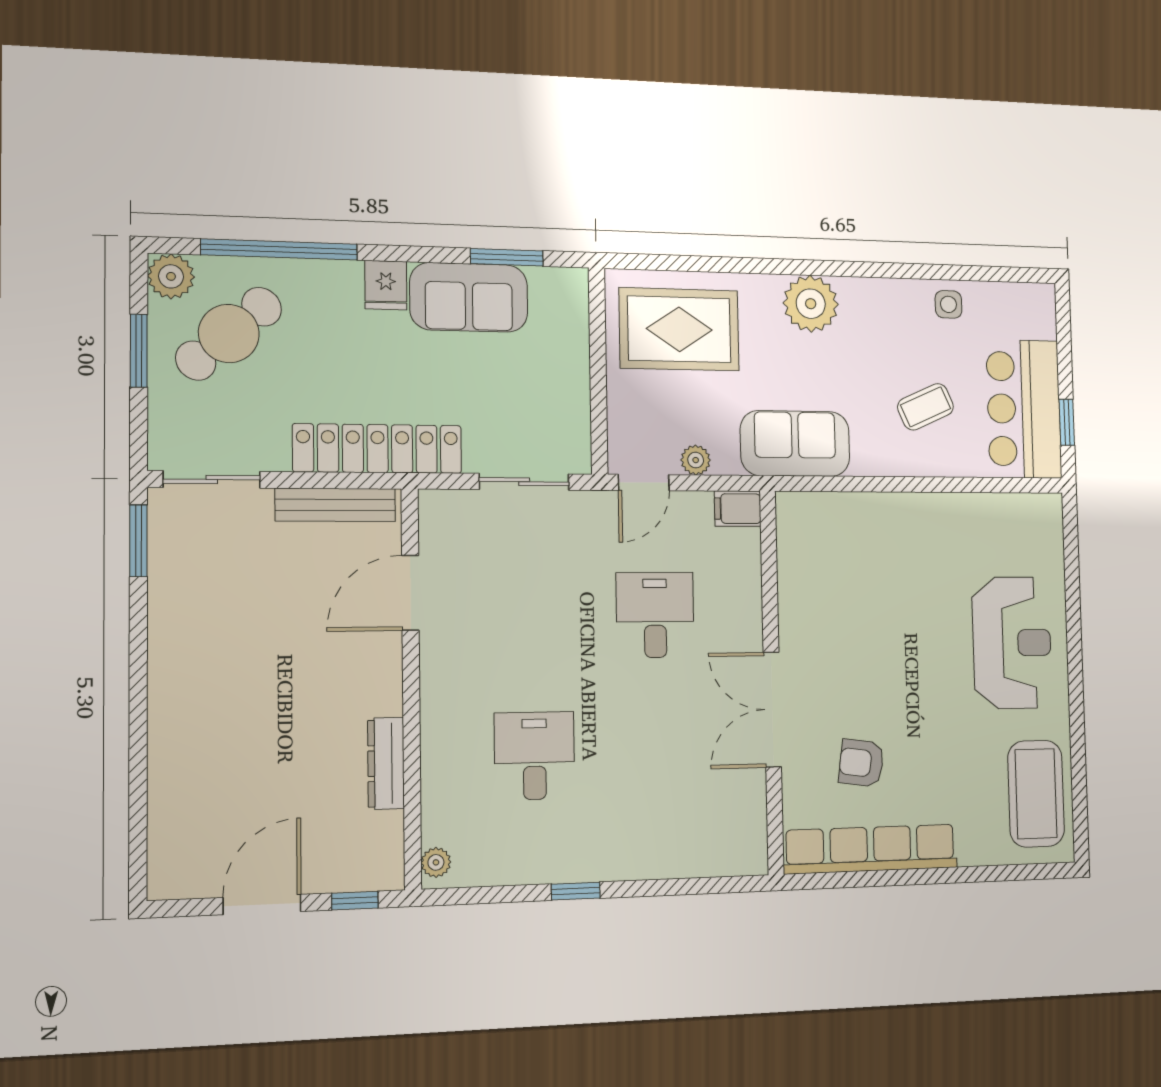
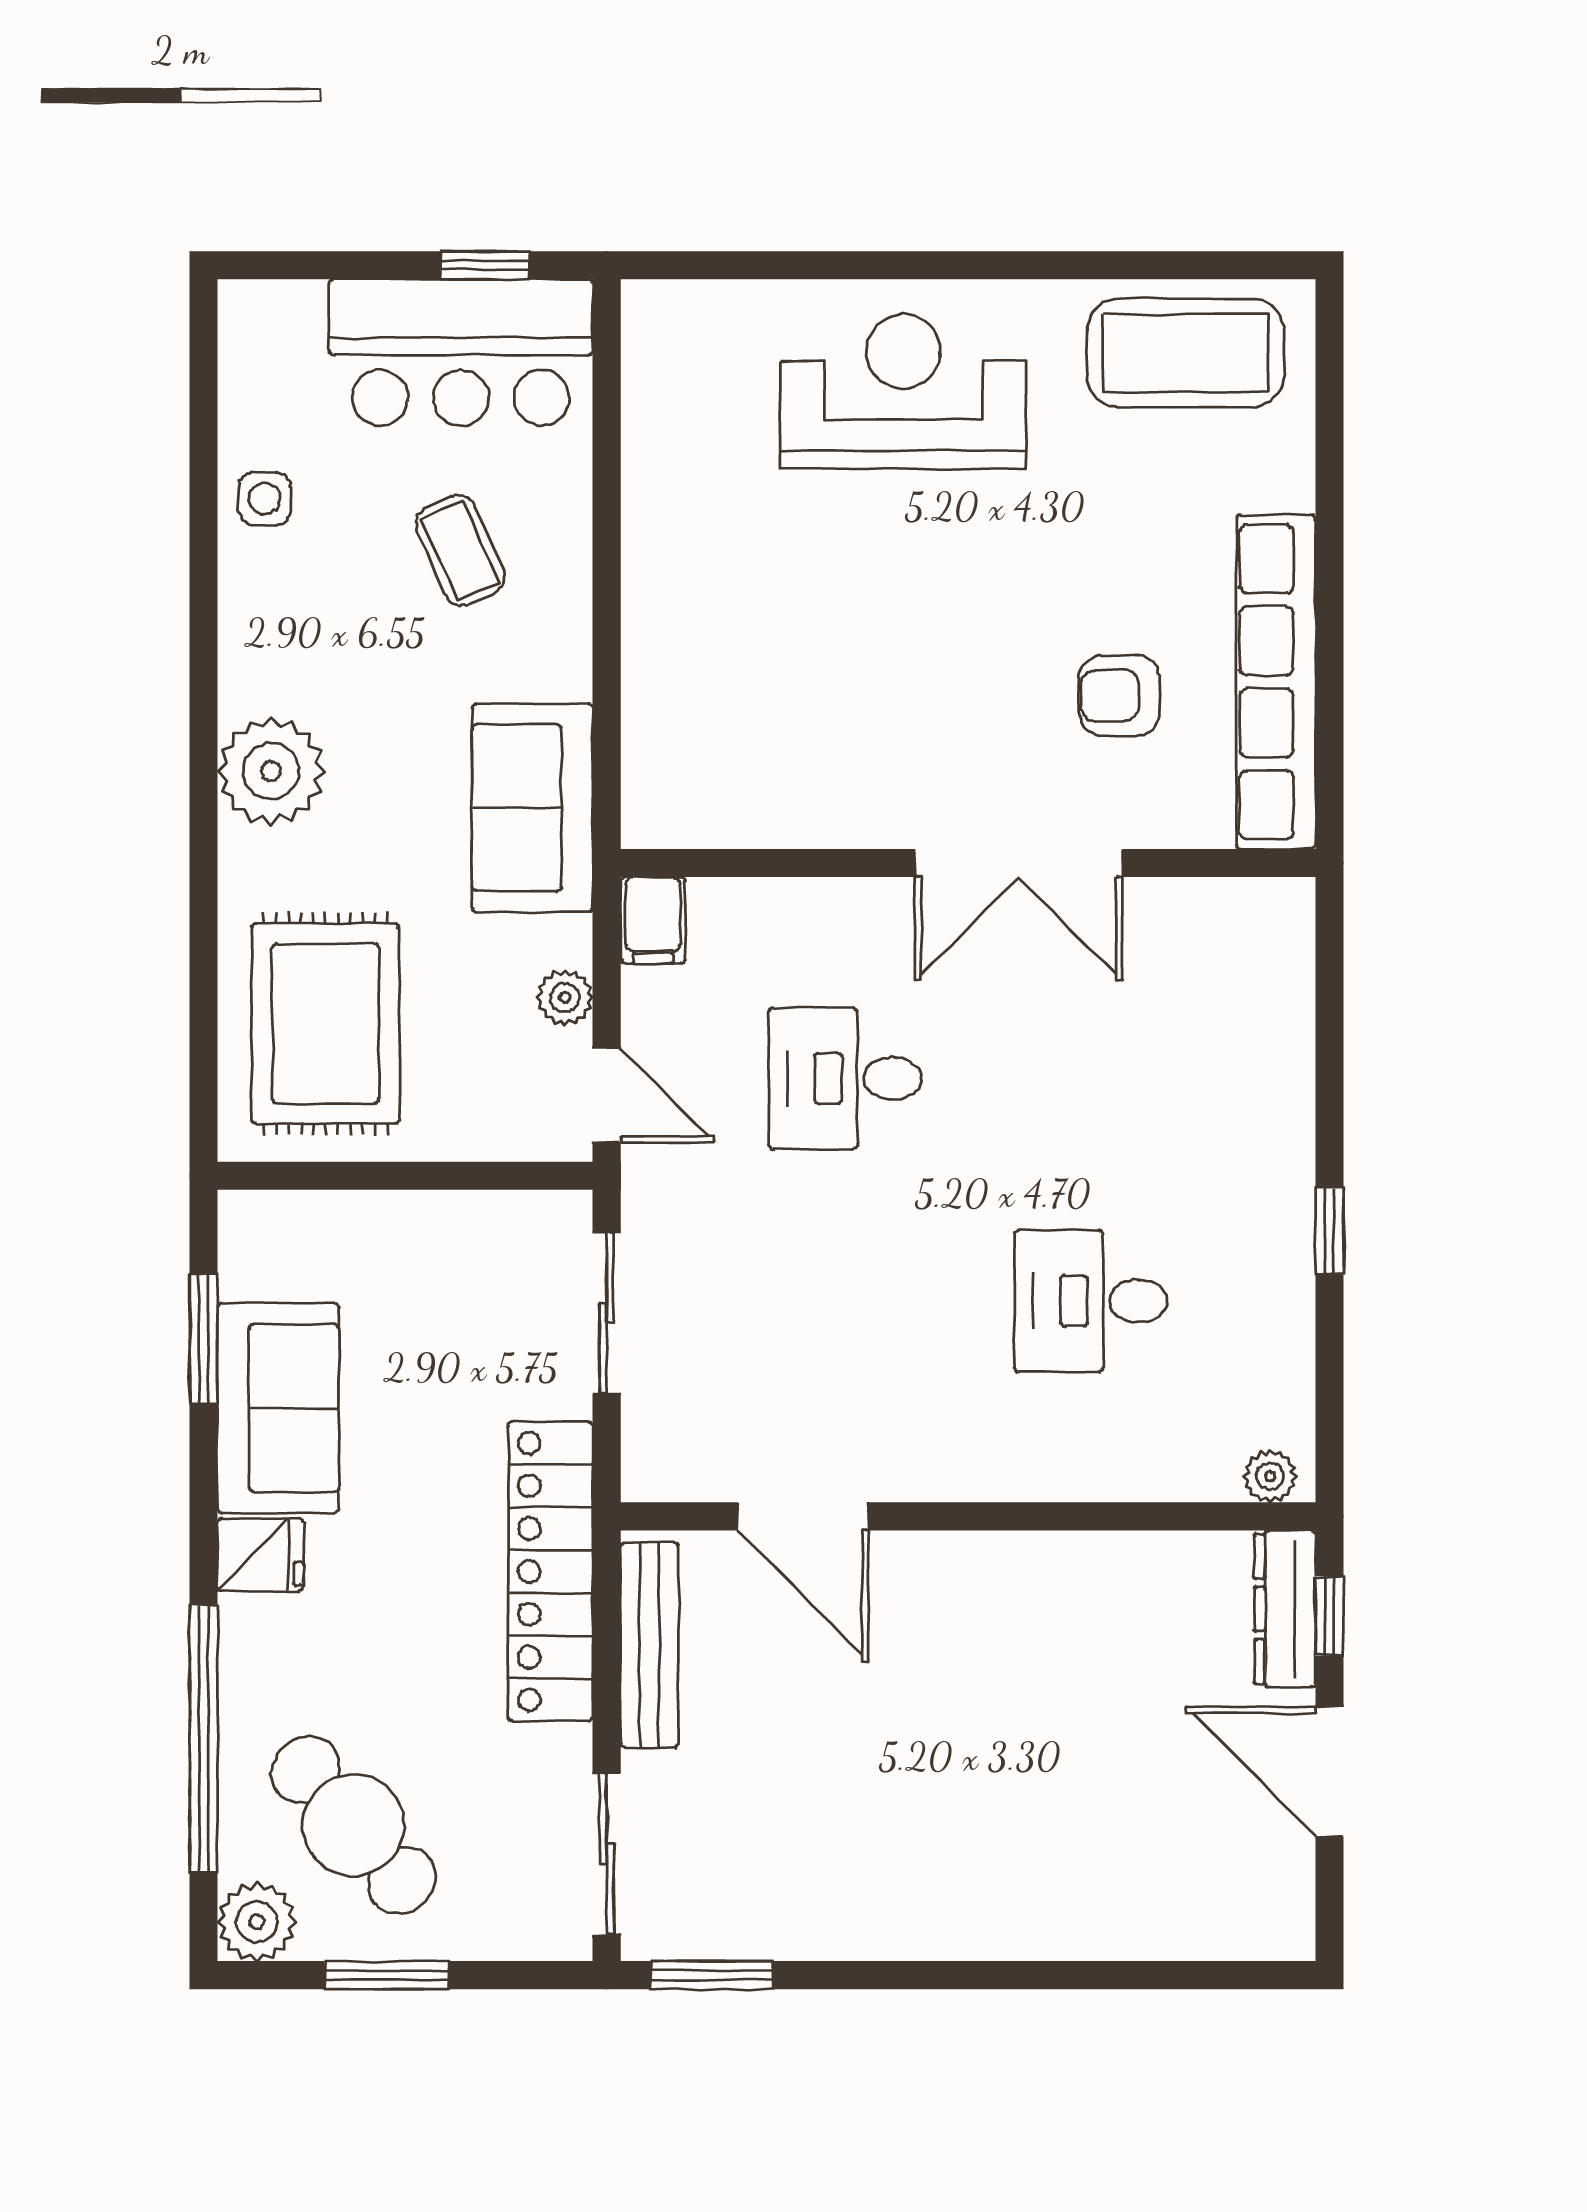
dresser: (386, 763) -> (1285, 1609), moved, turned 90
armchair: (861, 763) -> (1119, 695), turned 82

